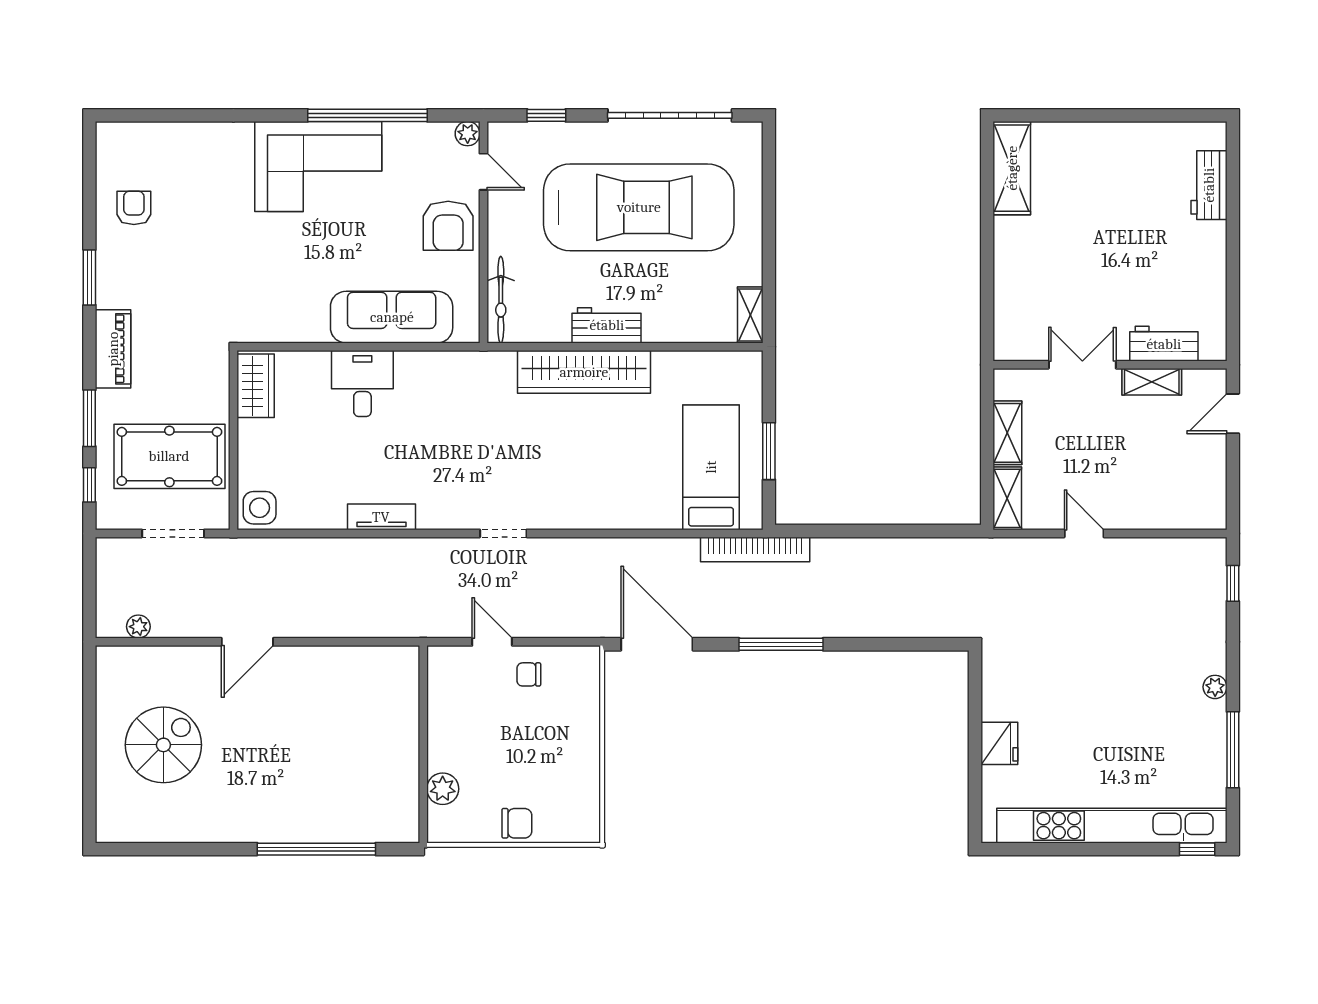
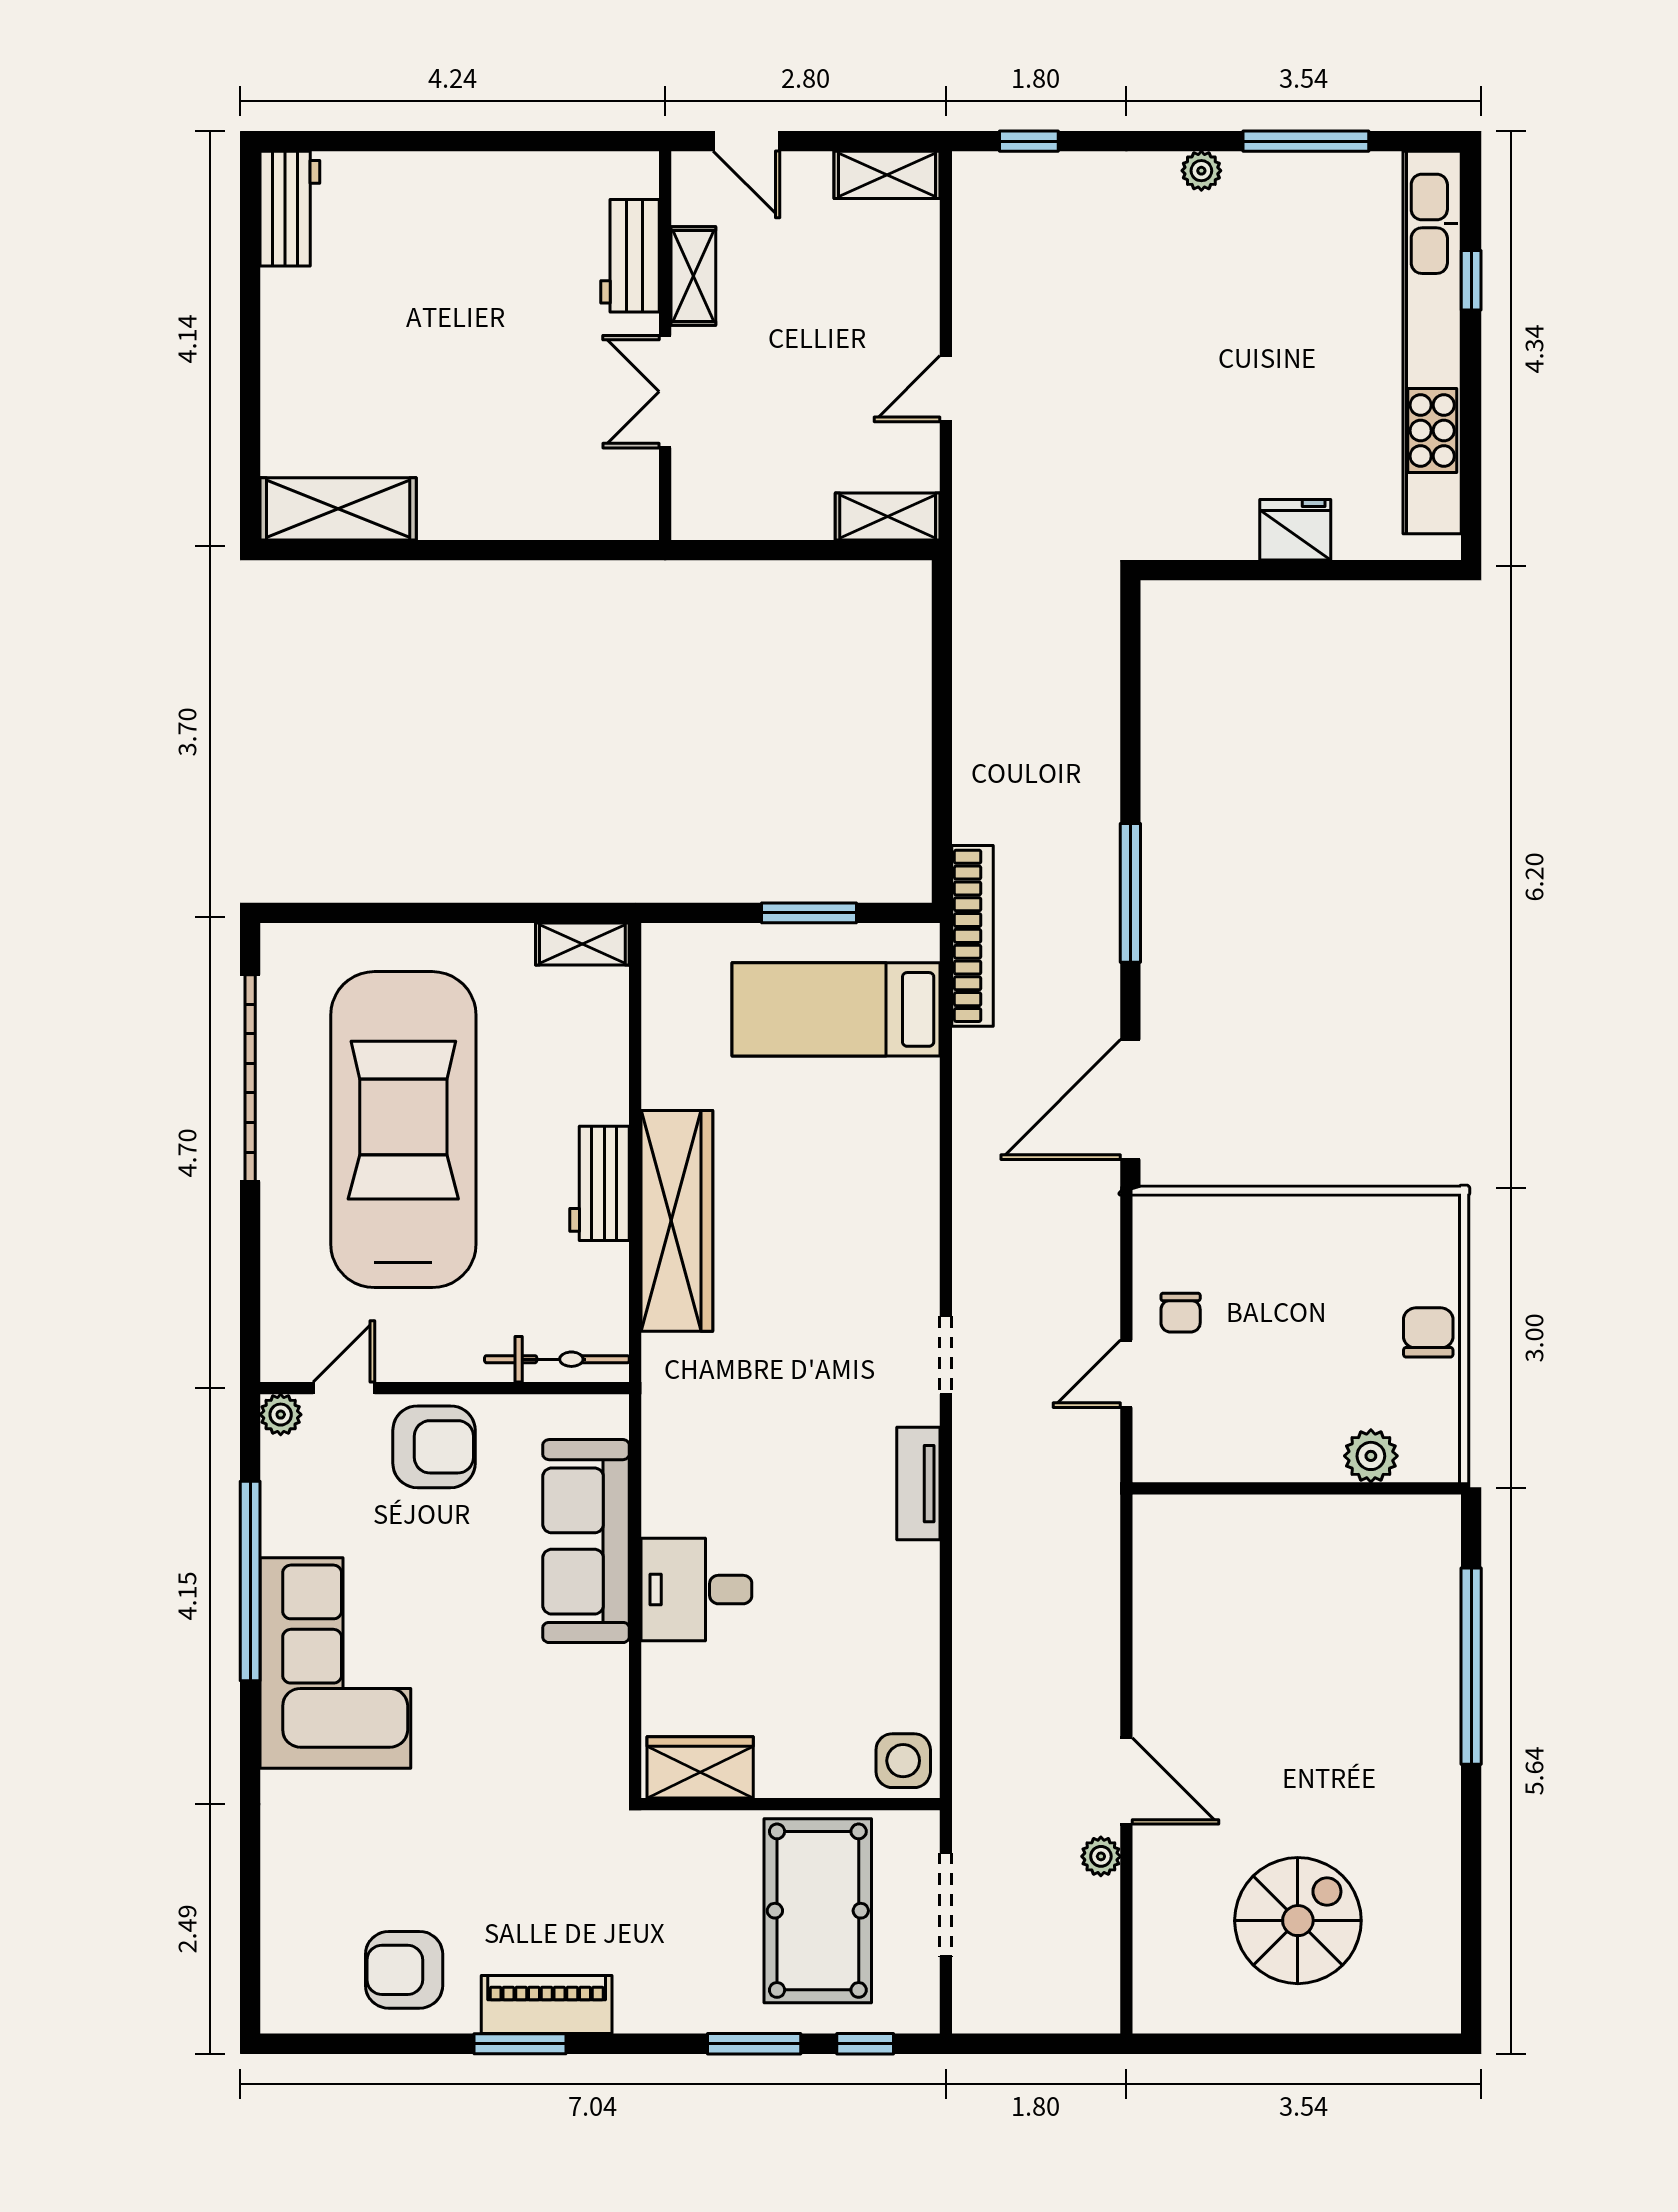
window: (546, 115) -> (250, 1283), removed
workbench: (1209, 185) -> (290, 209), moved, turned -90
armchair: (134, 208) -> (404, 1970), width x1.38, depth x1.38
piano: (113, 349) -> (547, 2005), moved
shelving: (1007, 433) -> (887, 175), moved
tv unit: (381, 517) -> (918, 1484), moved
plant: (138, 627) -> (1101, 1856), moved
spiral stairs: (163, 745) -> (1298, 1921), turned 90
window: (1197, 849) -> (1471, 280), moved

